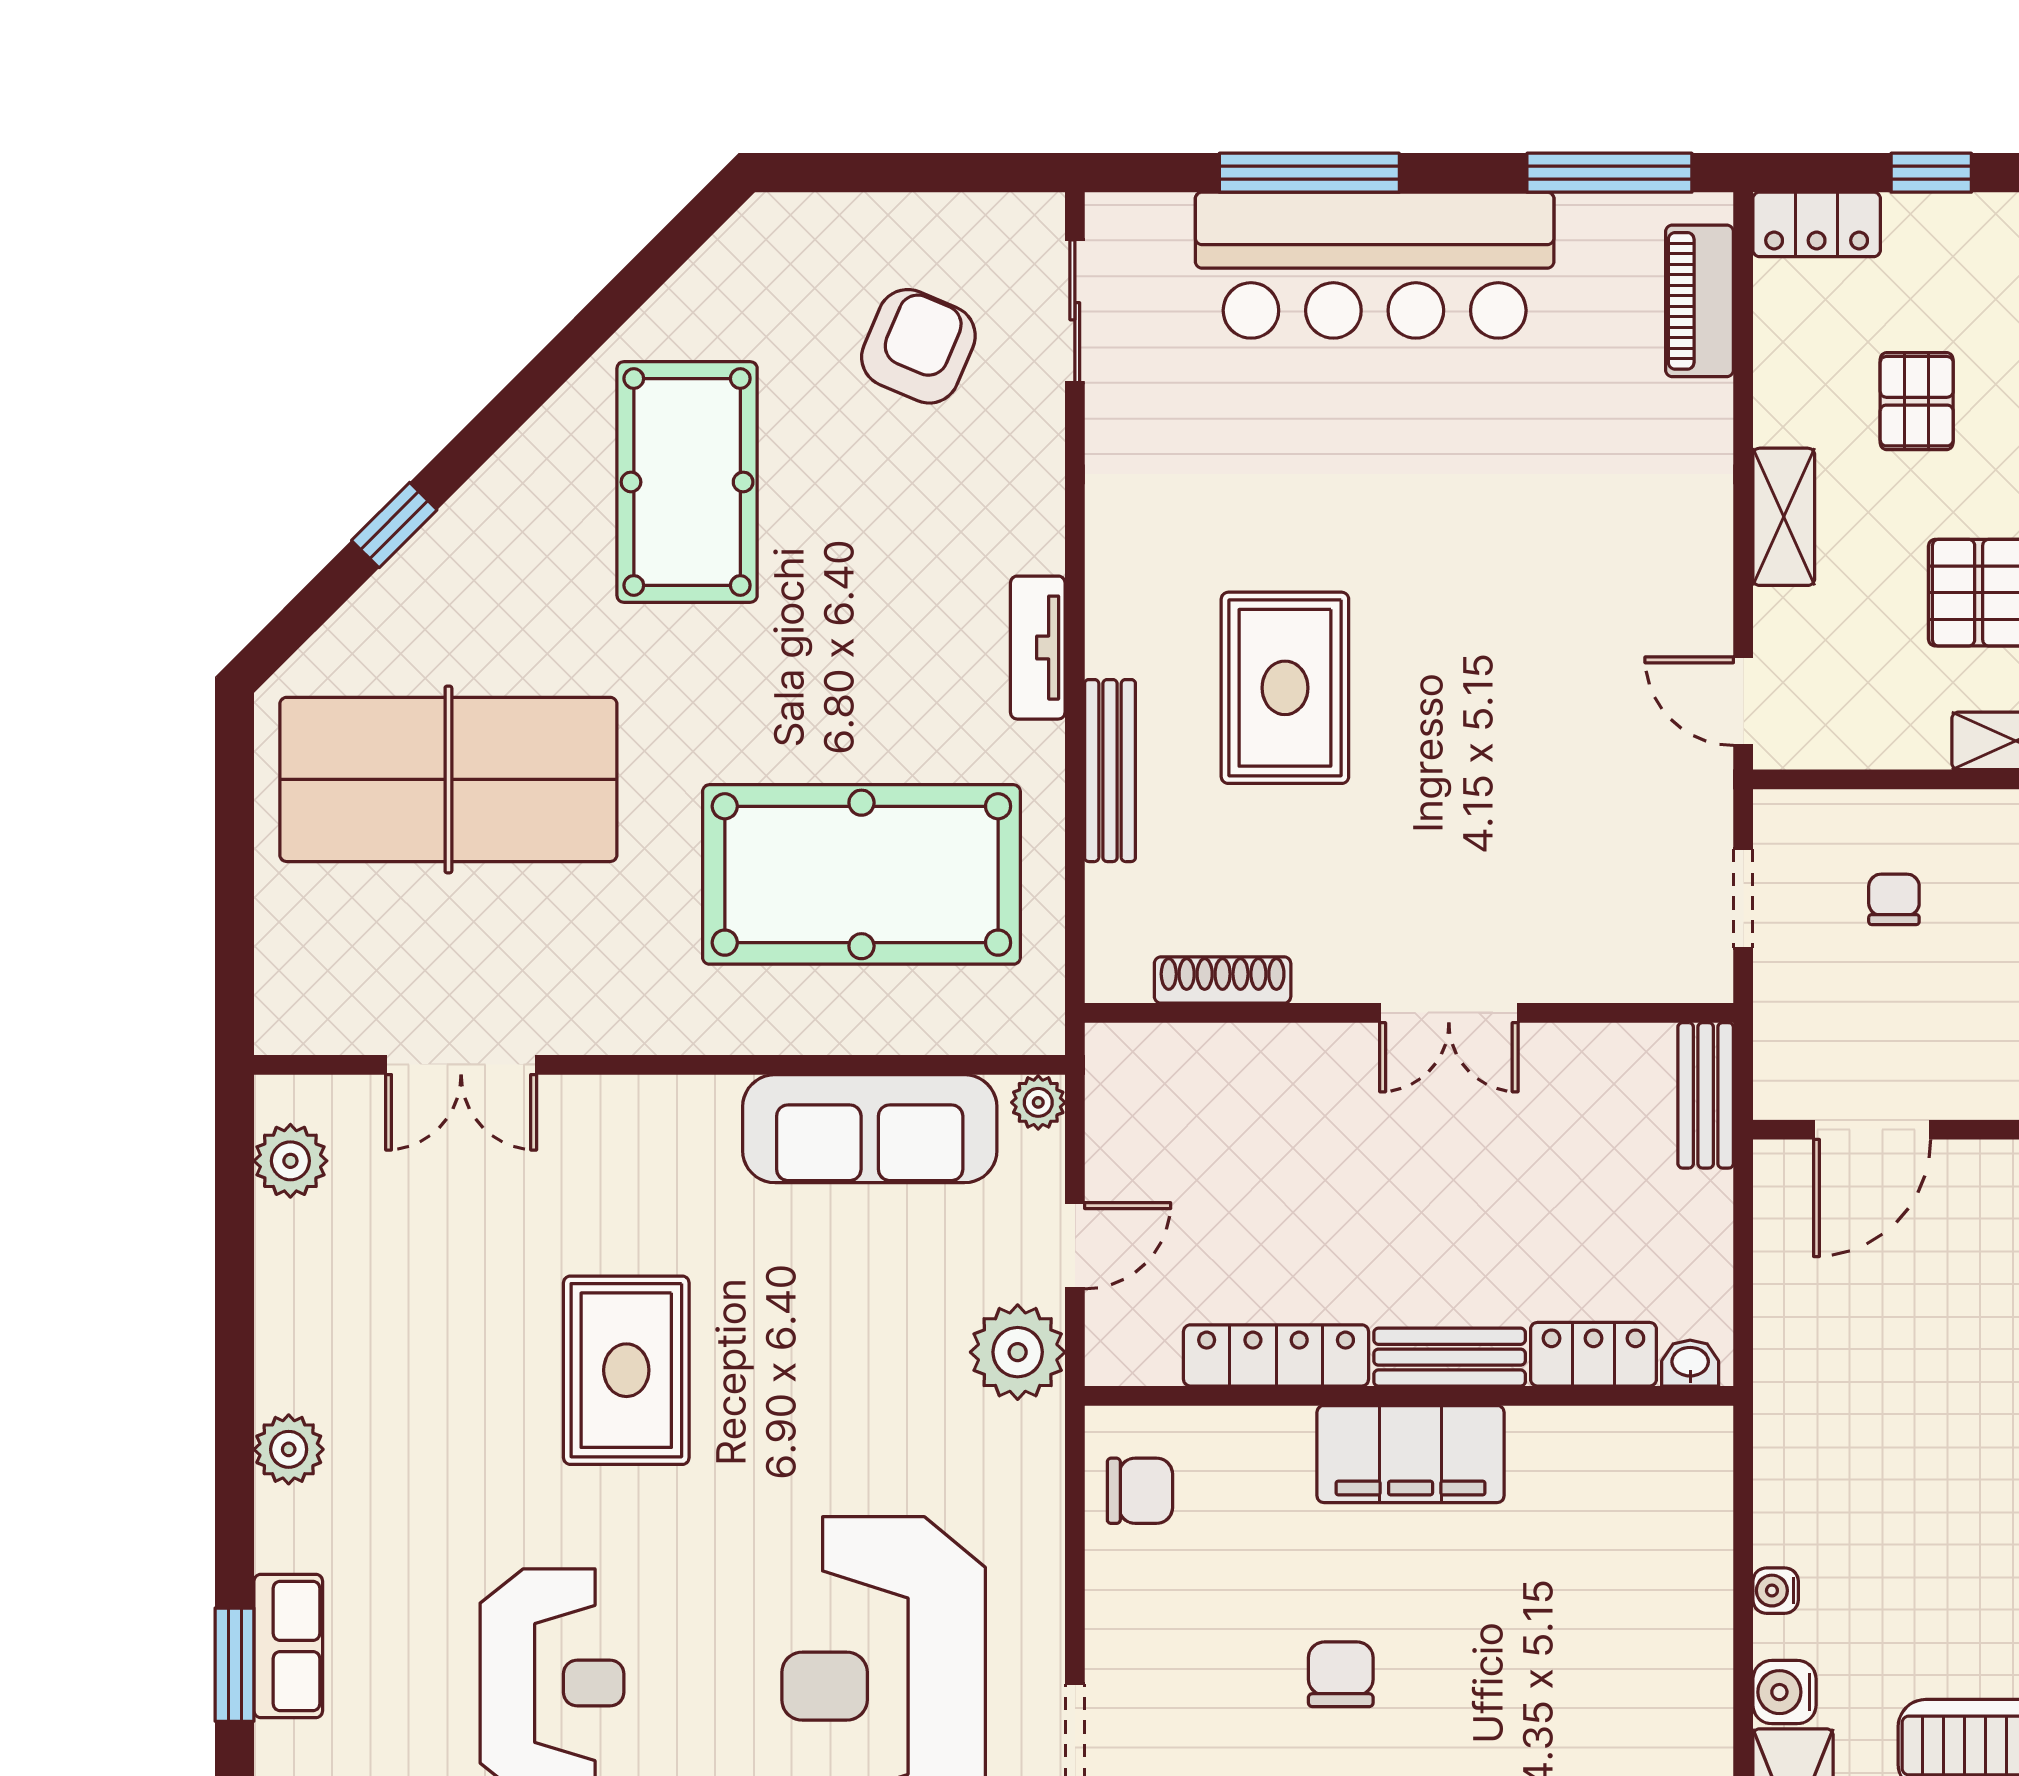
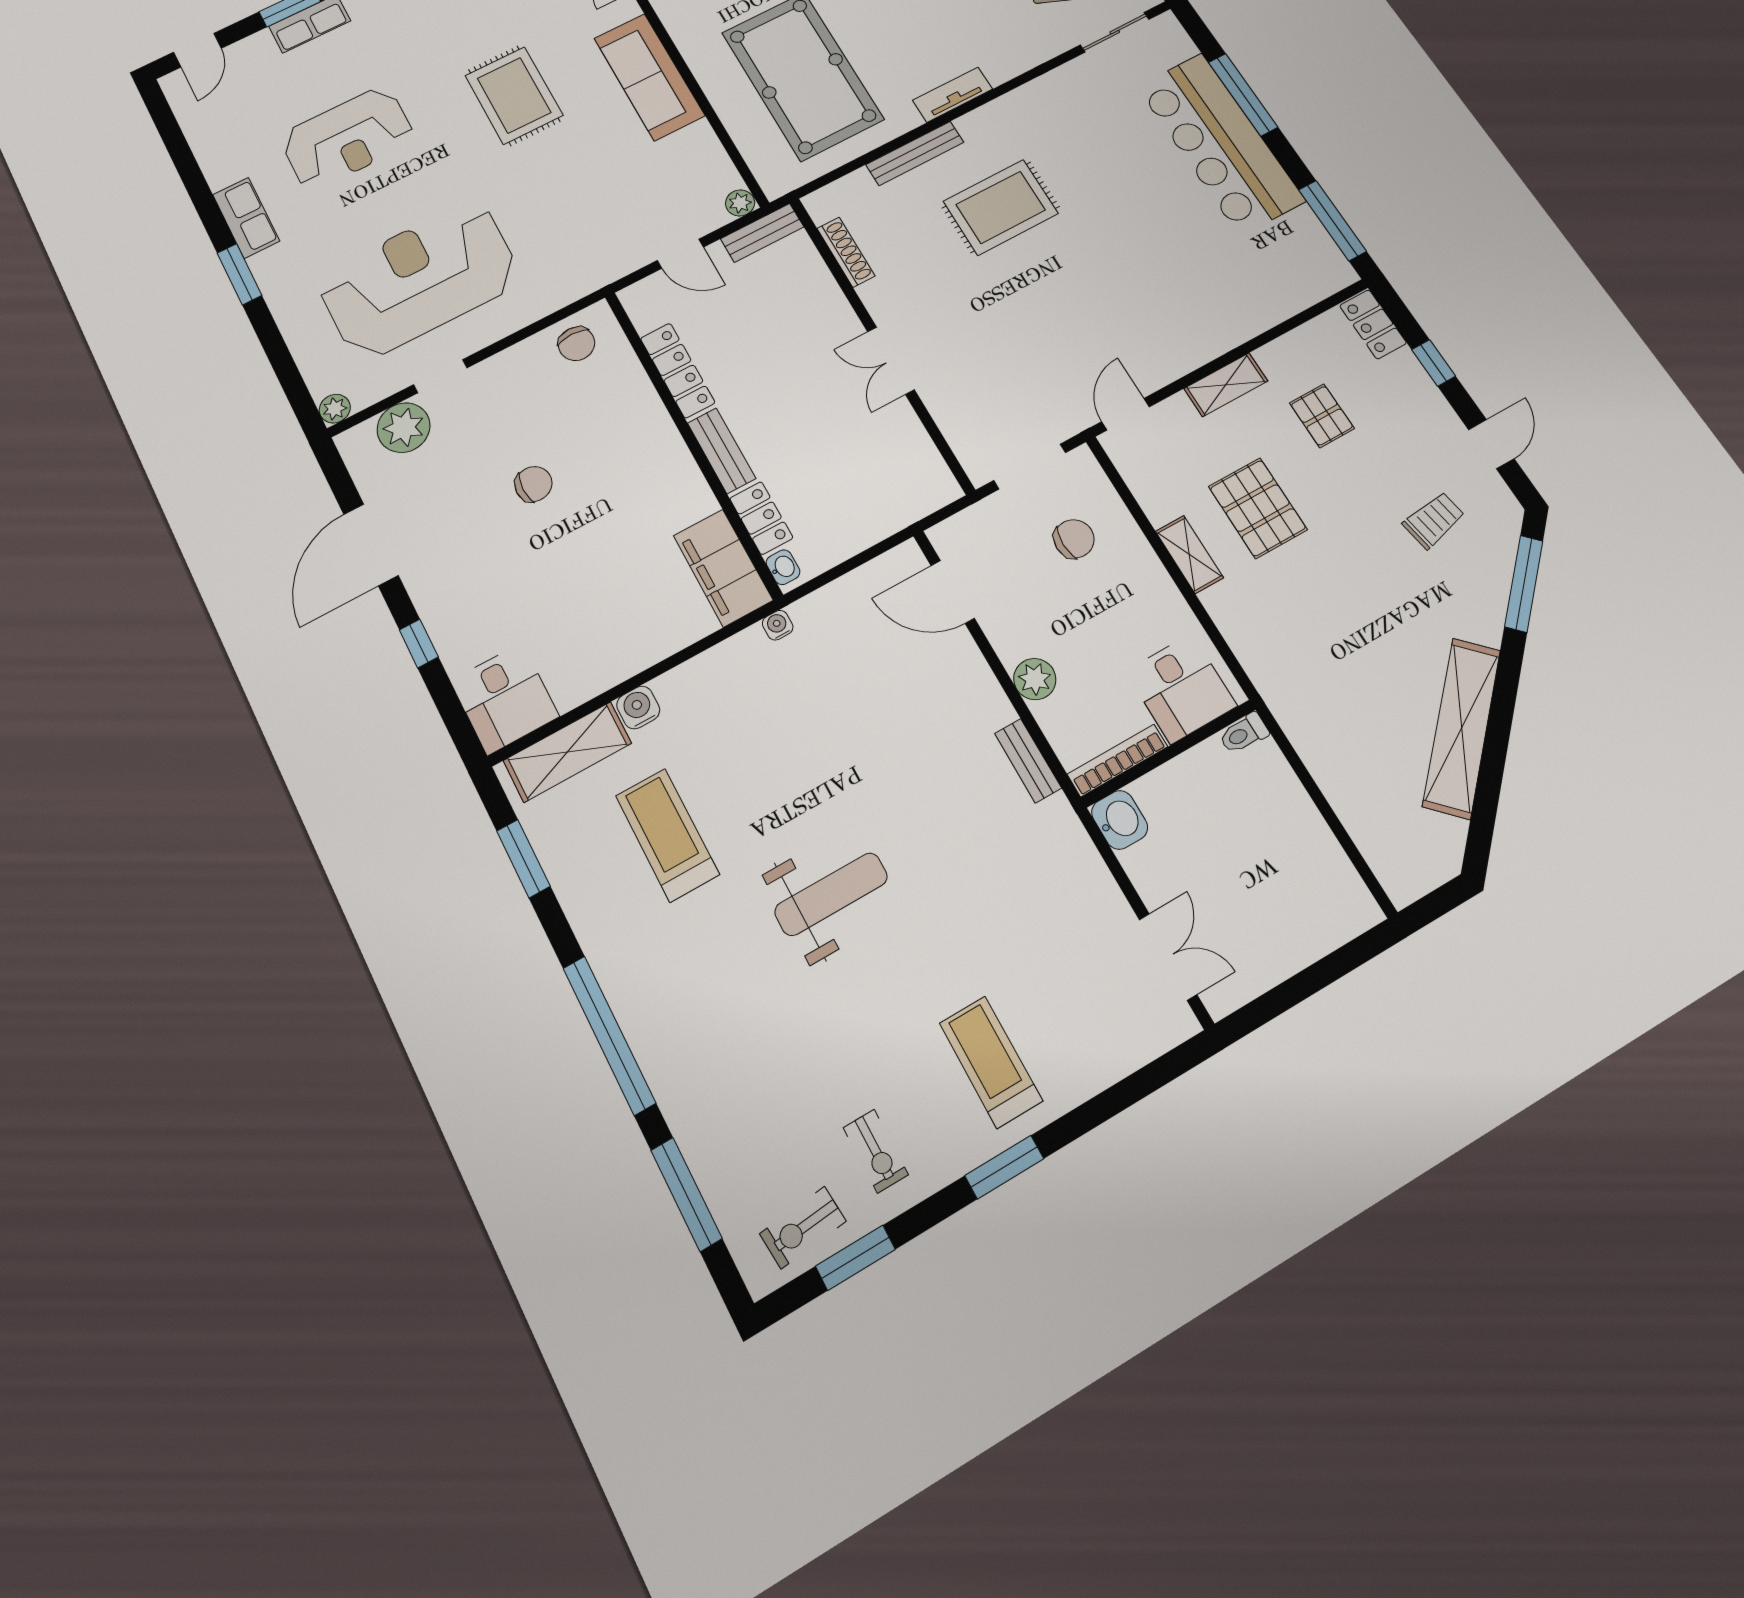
piano: (1699, 301) -> (1301, 292), removed
pallet: (1917, 401) -> (1322, 416), turned 90
doorway: (1743, 898) -> (1030, 466), width x1.38
chair: (1894, 899) -> (1074, 539), width x1.37, depth x1.37
bench: (1706, 1095) -> (762, 233), moved
sofa: (870, 1129) -> (649, 77), moved
plant: (1018, 1352) -> (615, 255), removed
rug: (626, 1370) -> (514, 95), turned 90
filing cabinet: (1411, 1454) -> (723, 568), moved
water cooler: (1776, 1591) -> (778, 625), moved

